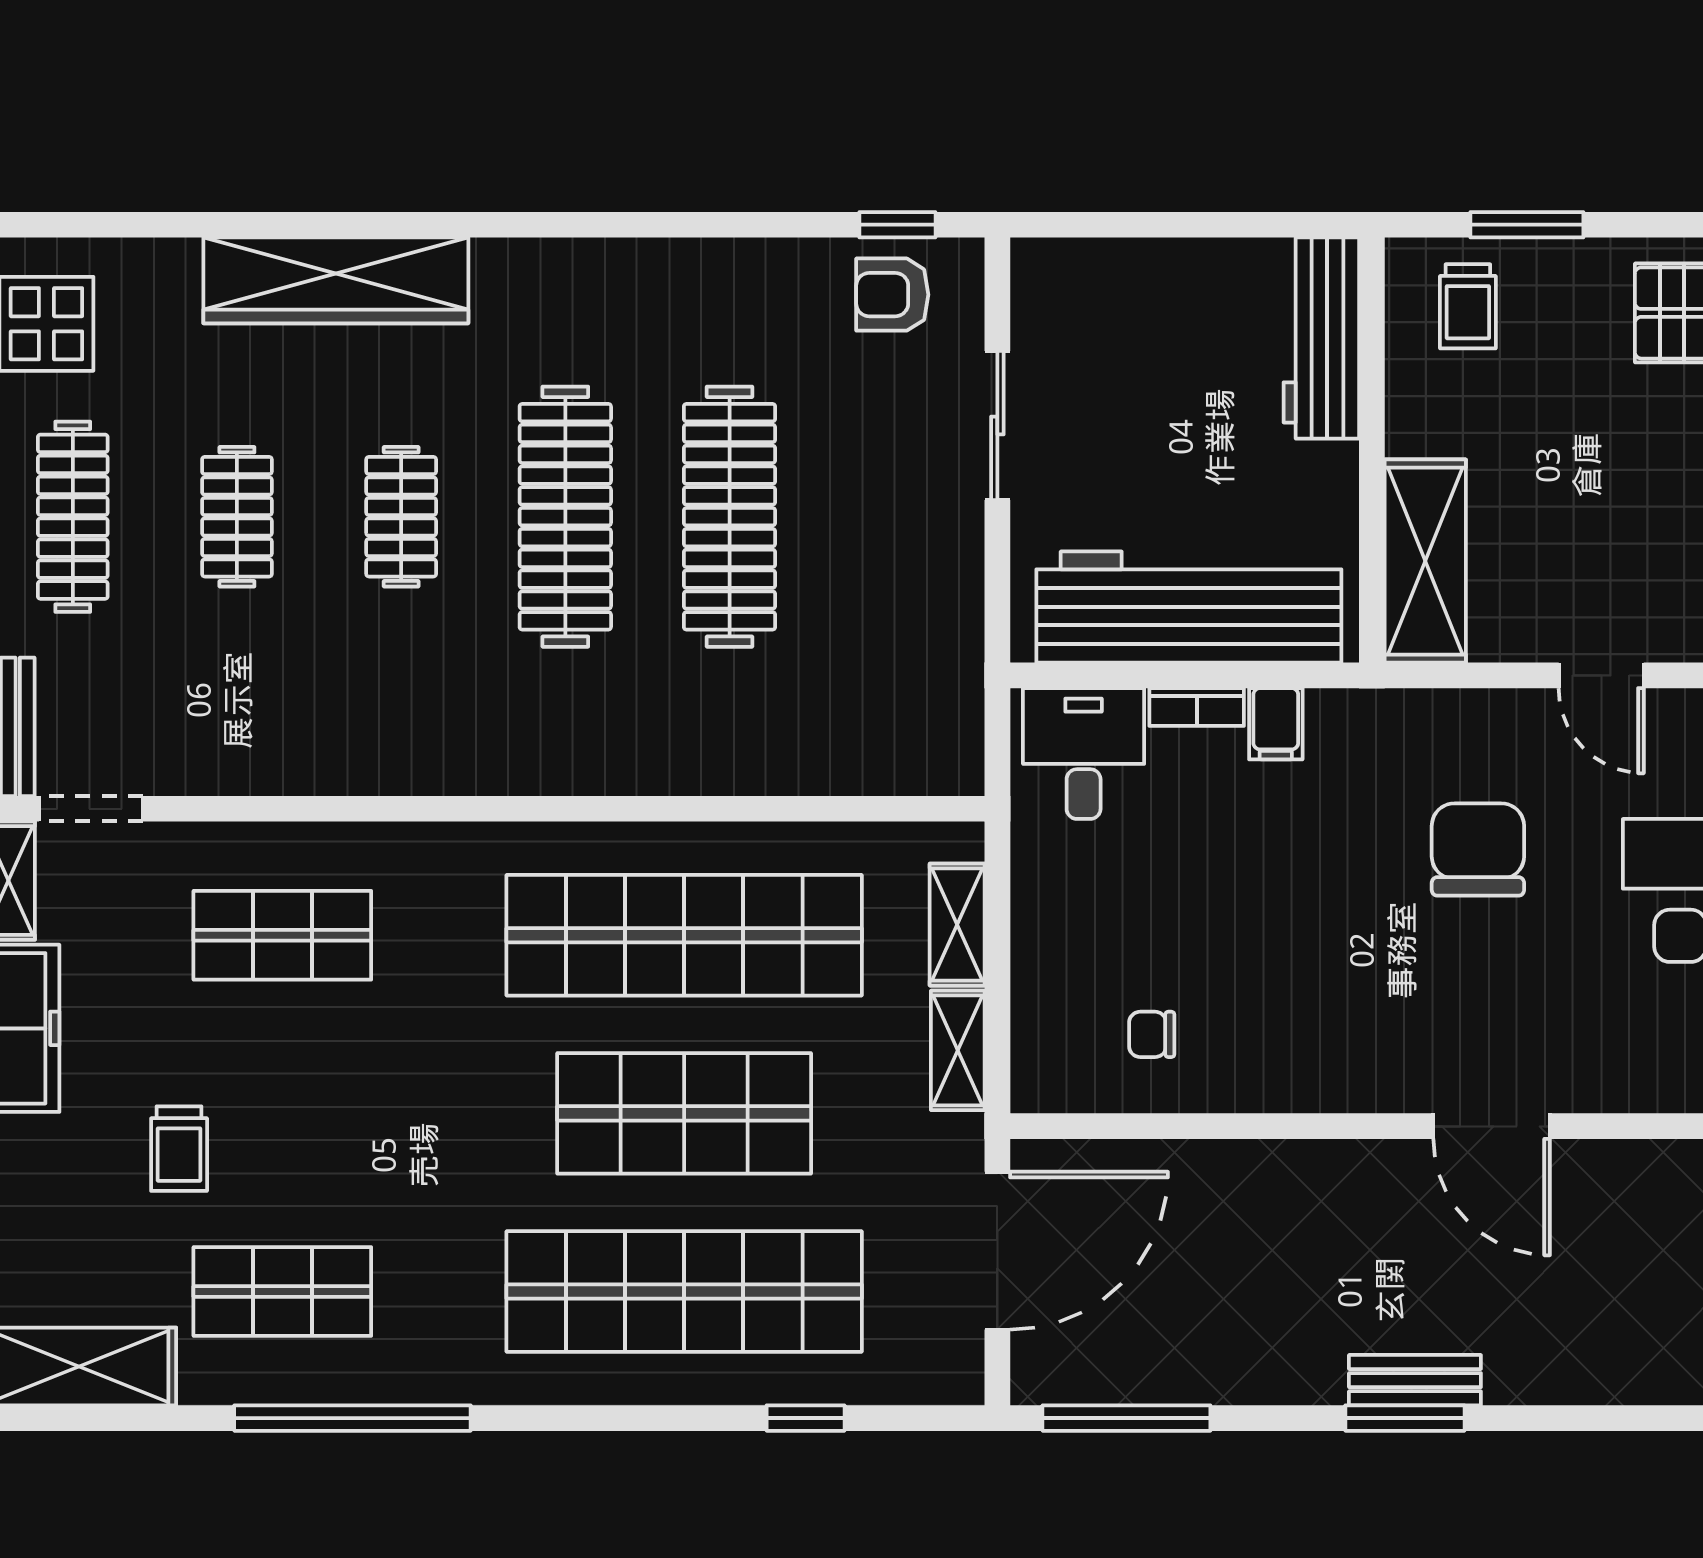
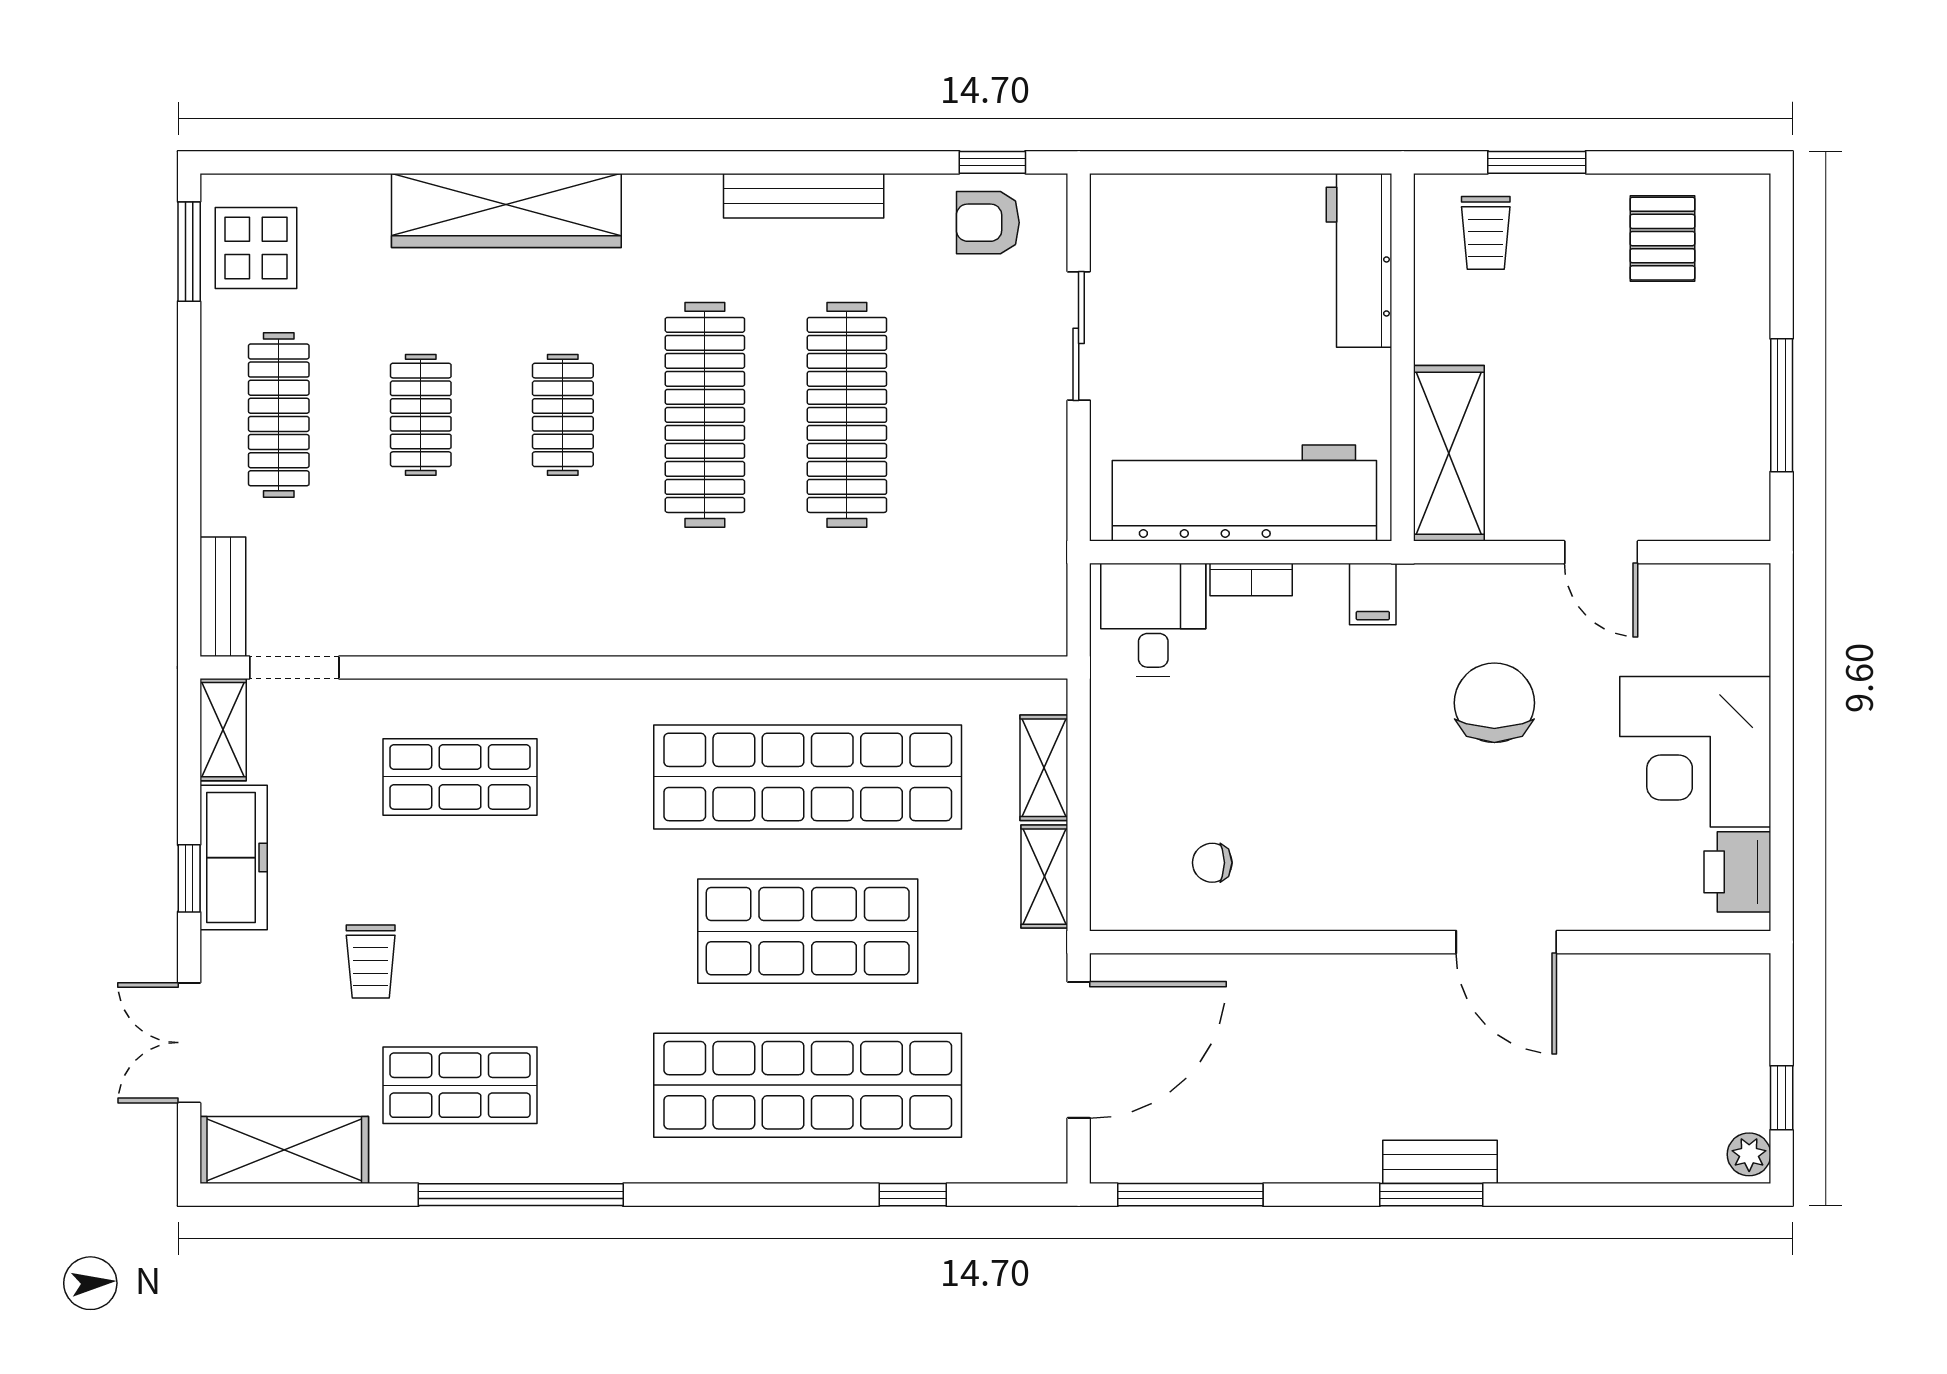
bench: (679, 263) -> (804, 196), added
filing cabinet: (1276, 724) -> (1373, 594), moved

